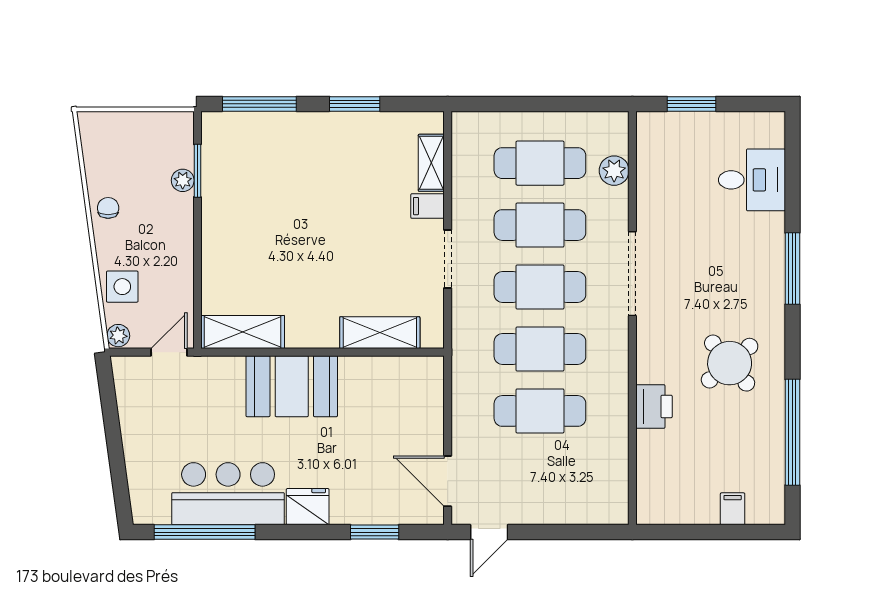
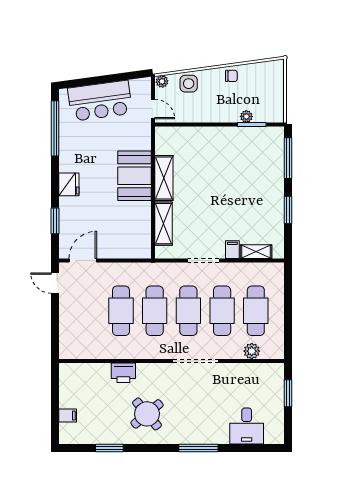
shelving: (243, 332) -> (164, 178), moved
window: (792, 432) -> (109, 448), width x0.47
bar counter: (228, 494) -> (100, 101), moved, turned 82

